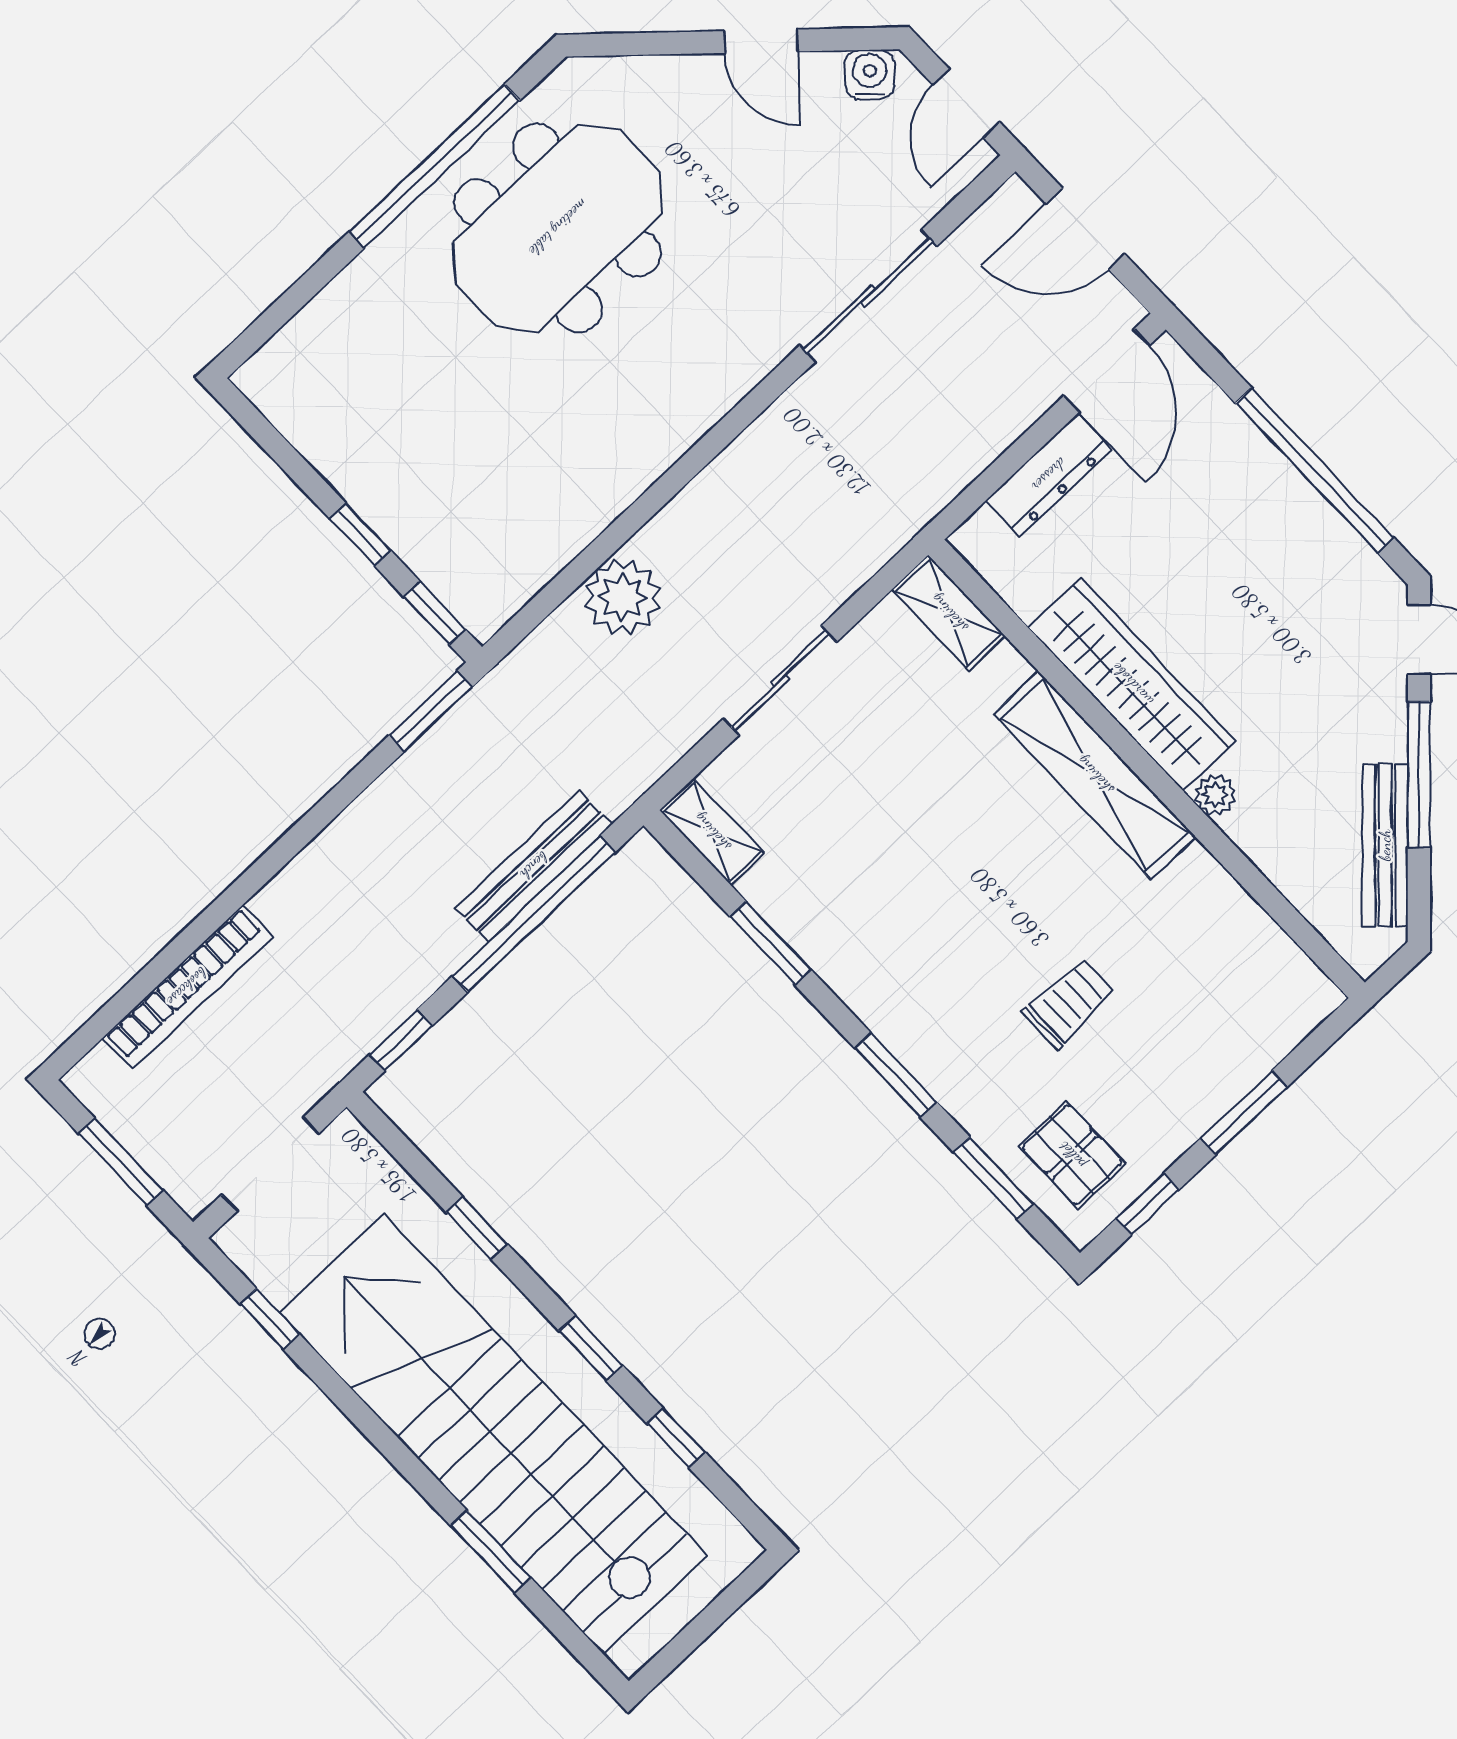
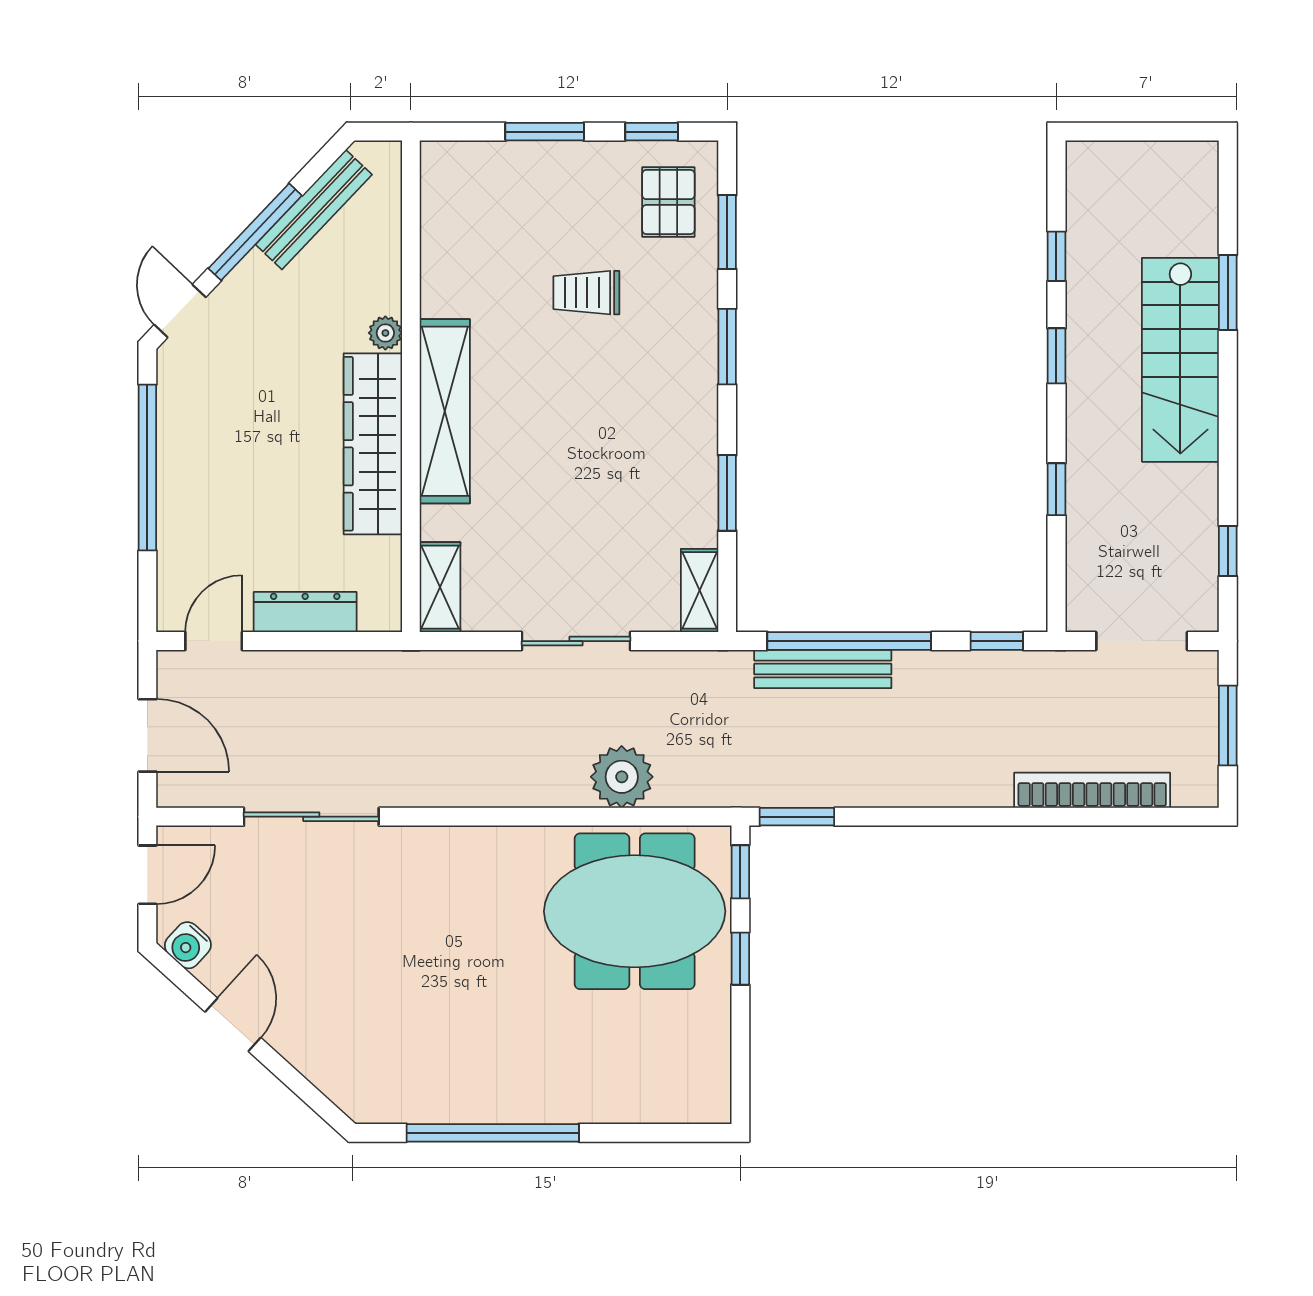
meeting table: (558, 228) -> (635, 911), moved
door: (1107, 371) -> (214, 641), width x0.73
stairs: (493, 1434) -> (1180, 360), width x0.54, depth x0.66

